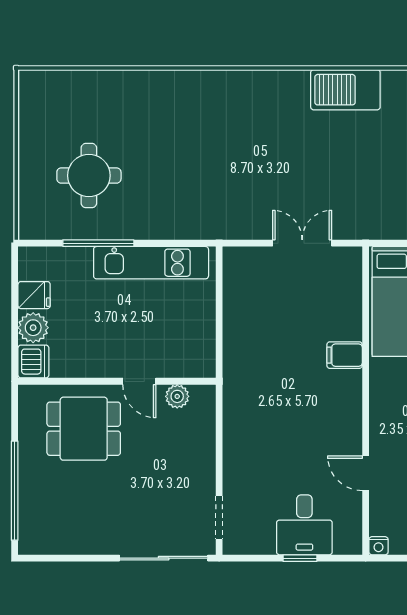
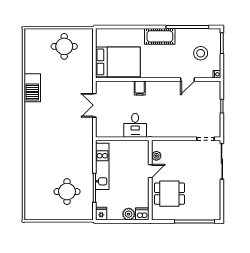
fridge: (34, 295) -> (101, 214), moved
dining table: (84, 429) -> (169, 194), turned 90
desk: (304, 525) -> (135, 125), moved, turned 90

